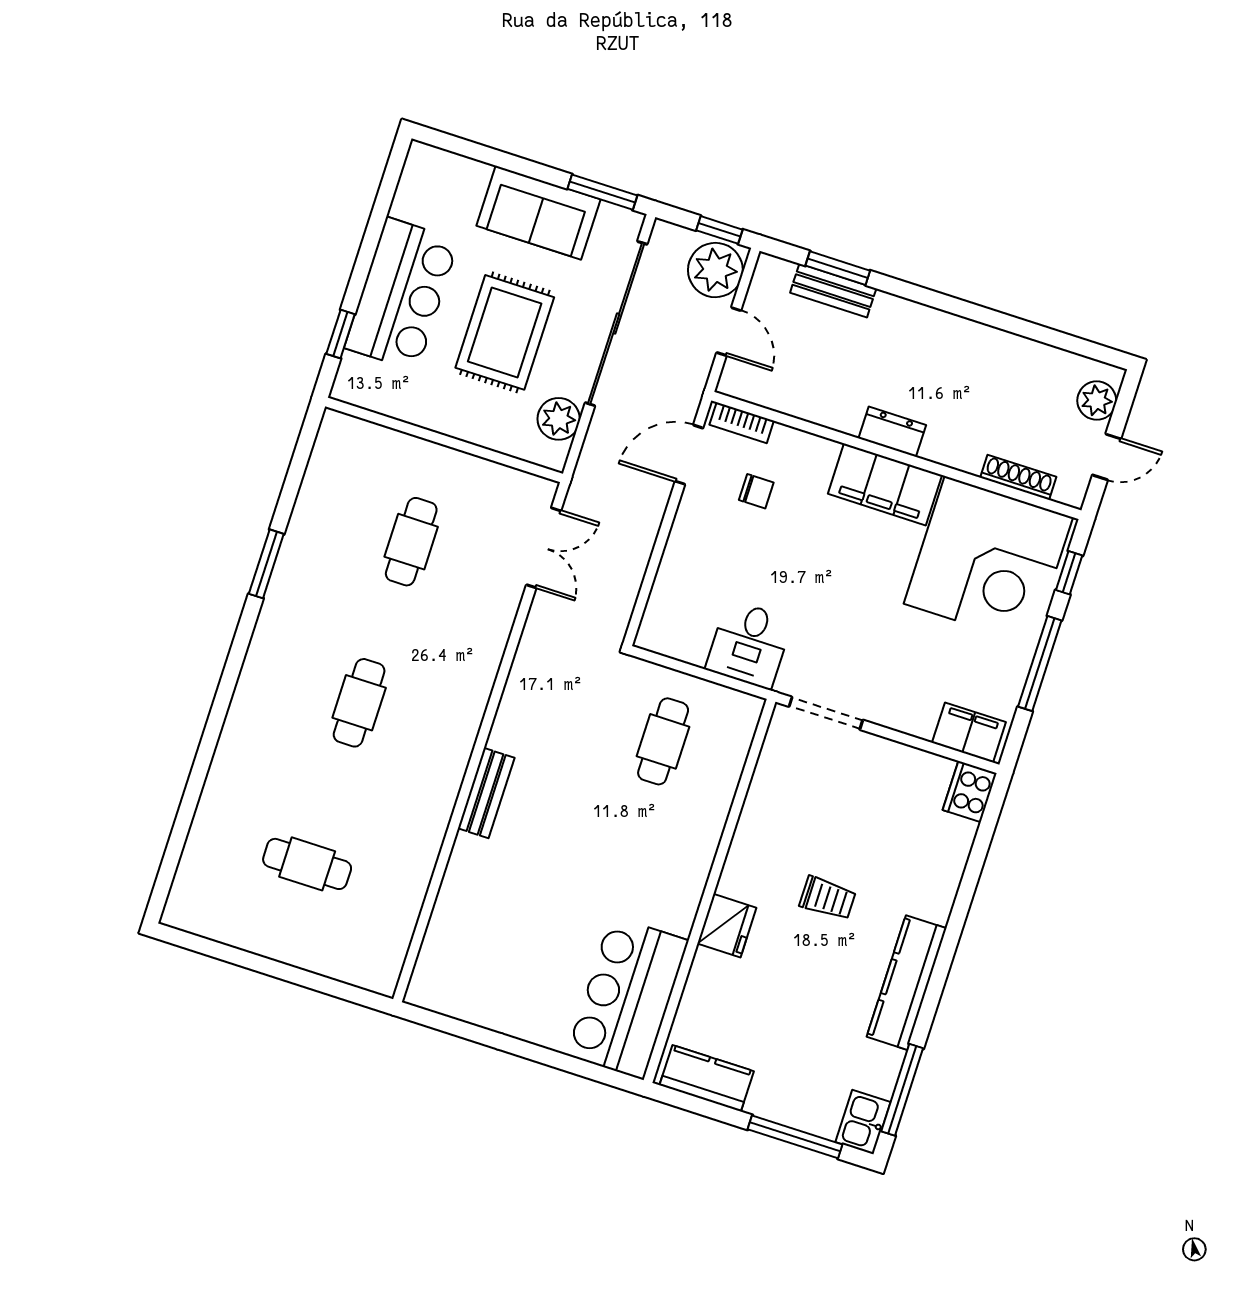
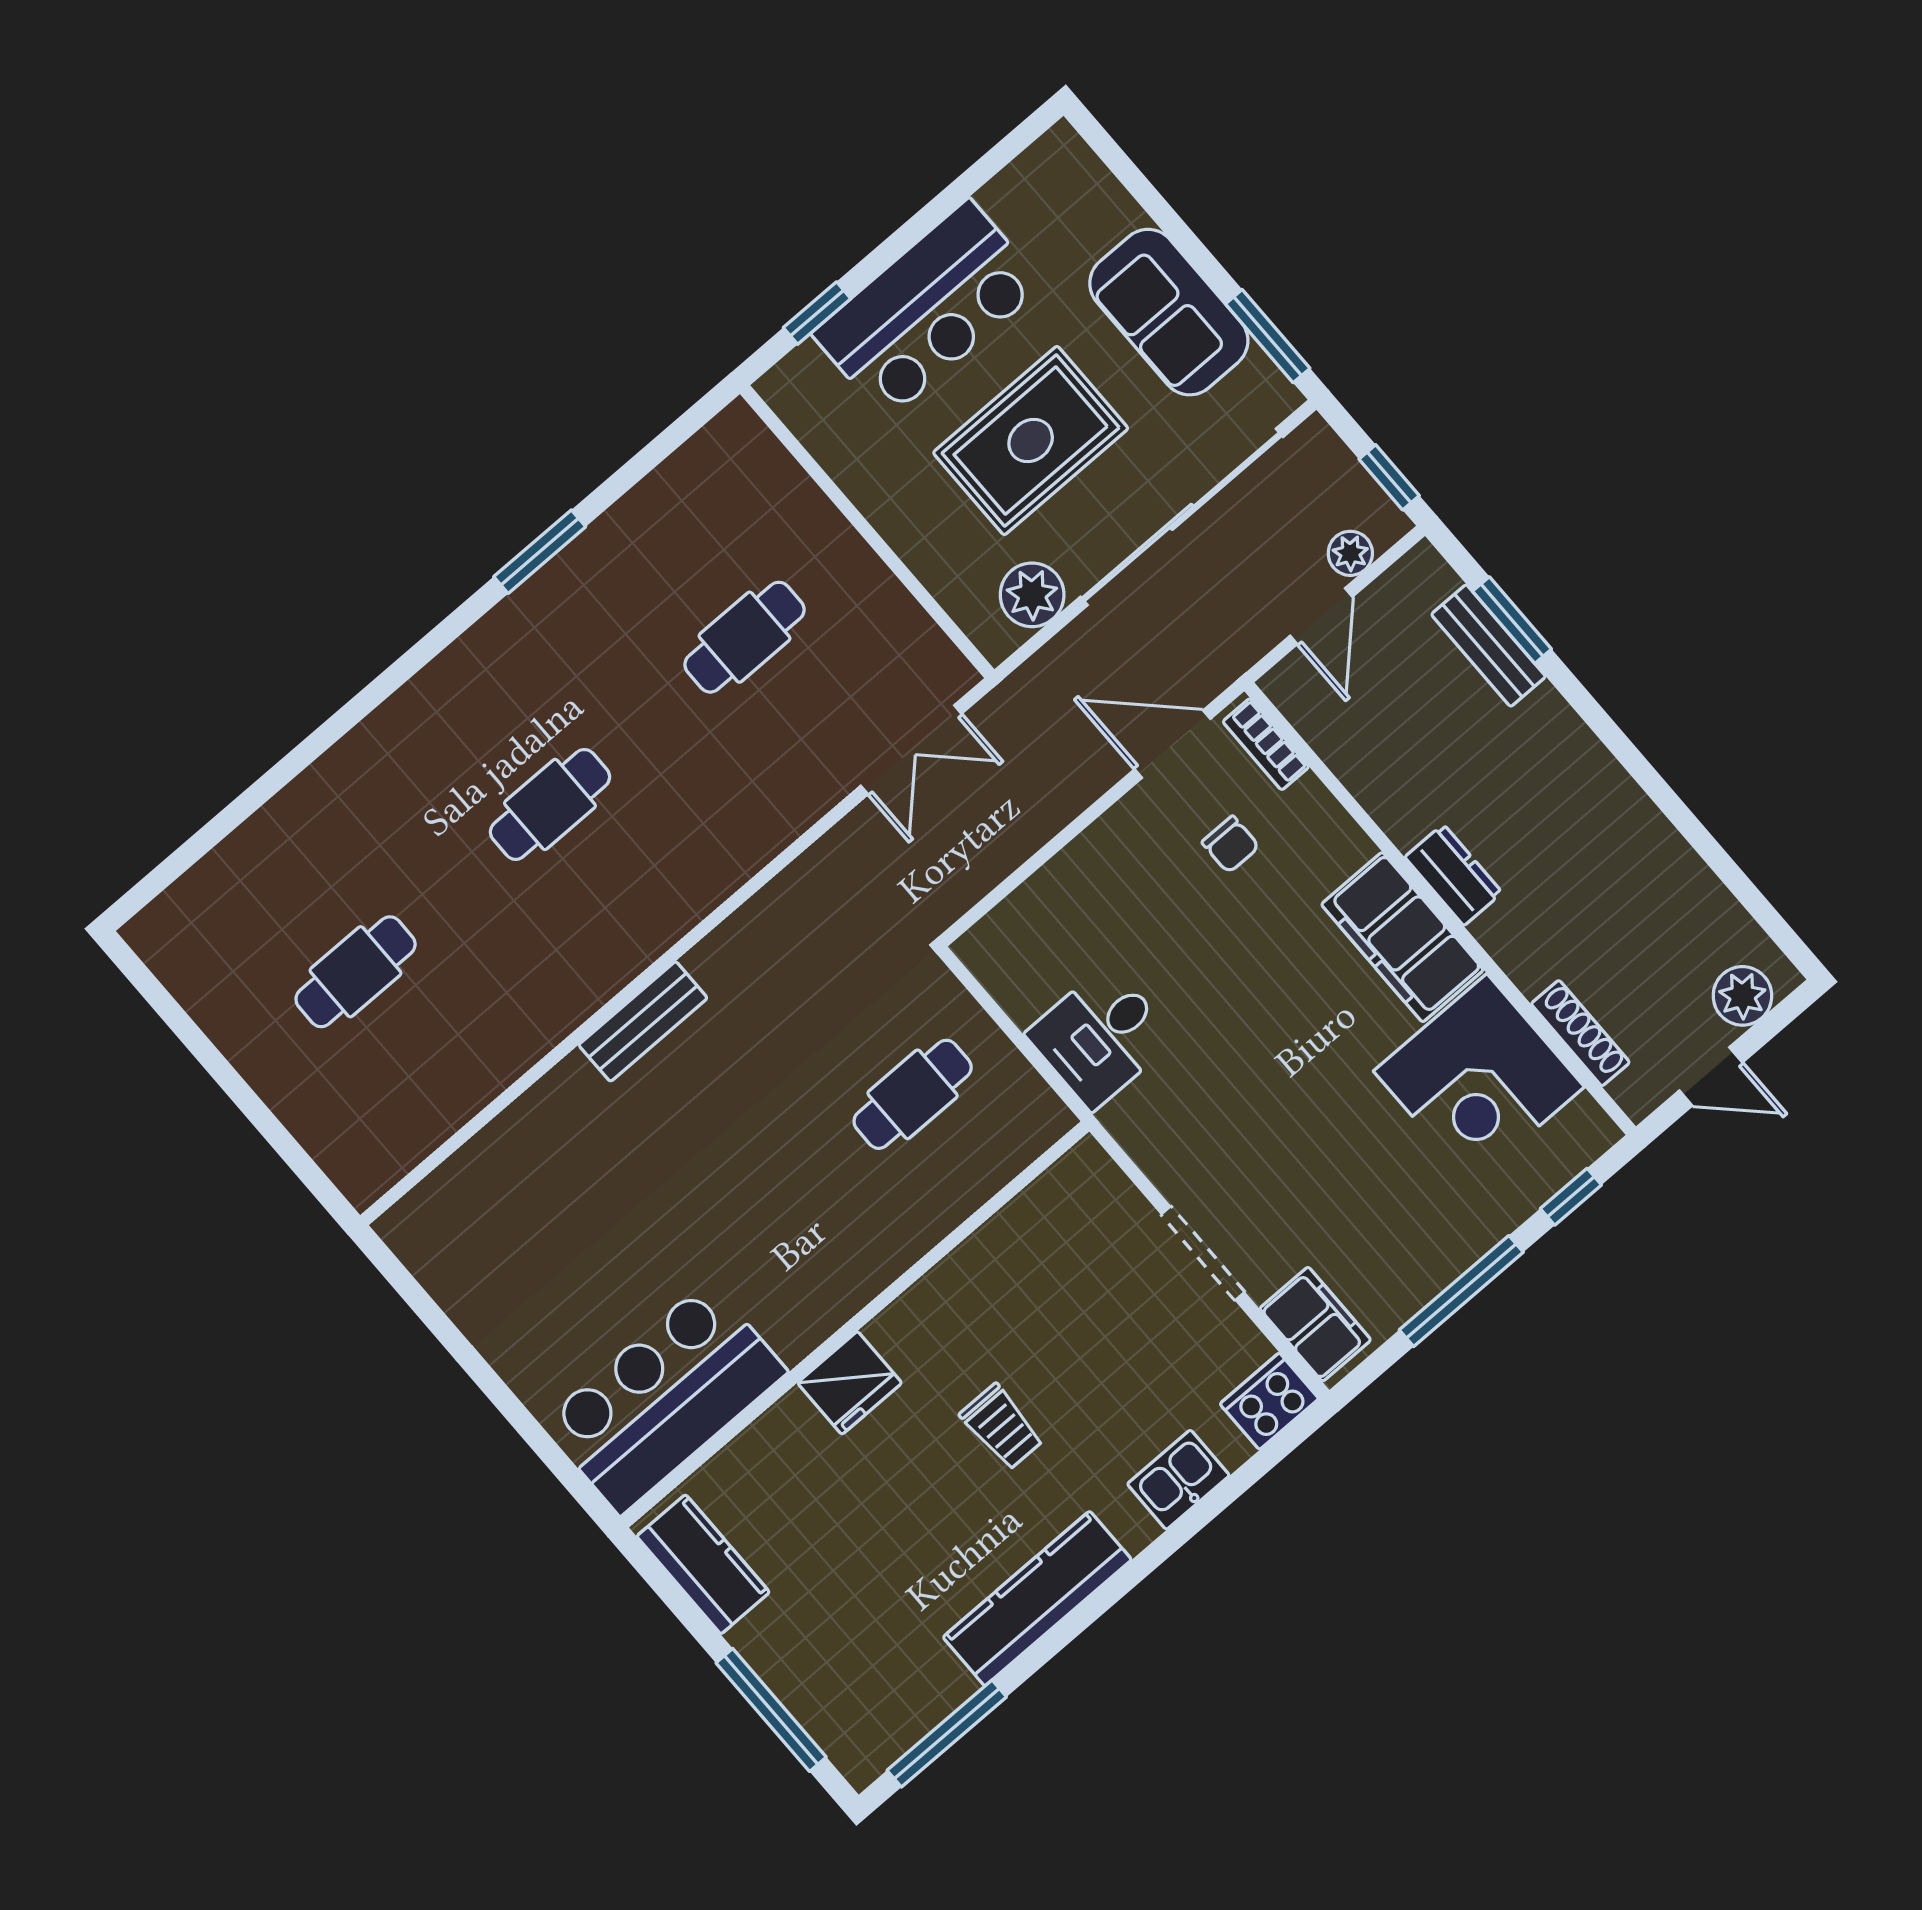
plant: (715, 270) -> (1350, 553), width x0.53, depth x0.53
corner desk: (988, 560) -> (1479, 1079), width x0.74, depth x0.74
doorway: (826, 713) -> (1203, 1253), moved
cafe table: (307, 864) -> (356, 972), turned 90
kitchen sink: (863, 1122) -> (1178, 1480), moved

